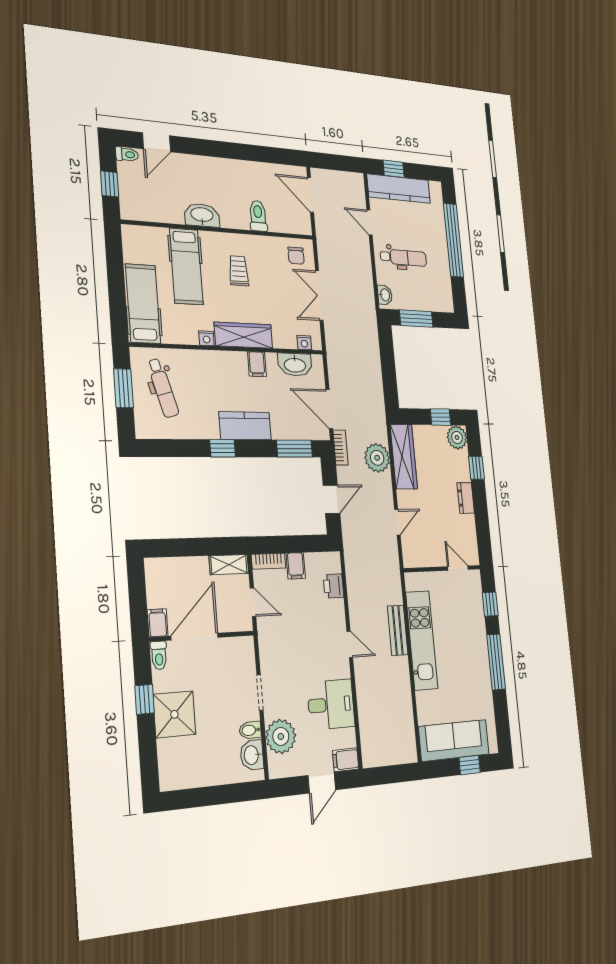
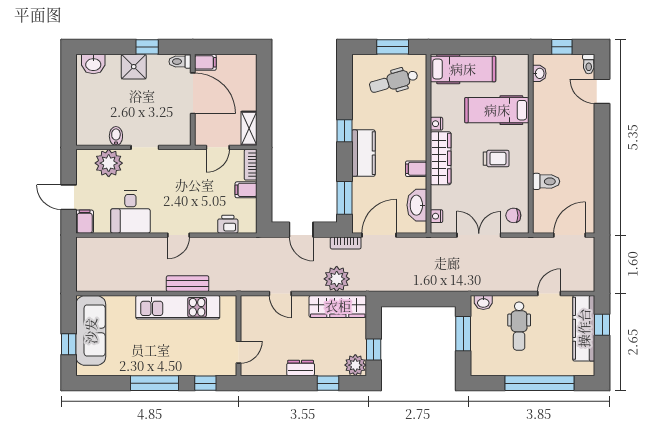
washbasin: (202, 215) -> (539, 73), moved, width x0.52, depth x0.69
shower: (174, 714) -> (134, 67), width x0.73, depth x0.73
washbasin: (252, 755) -> (93, 64), moved, turned 180

